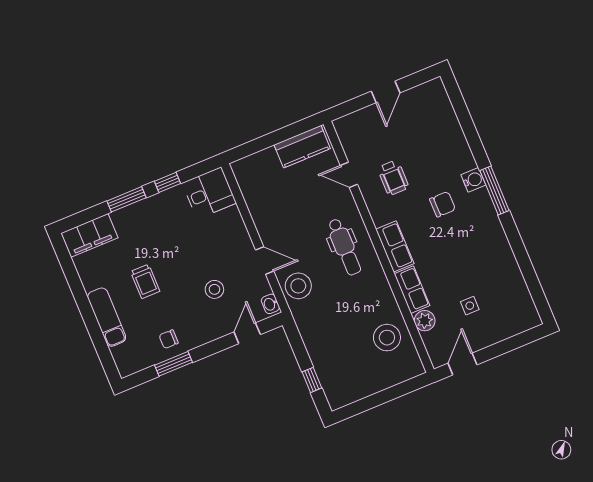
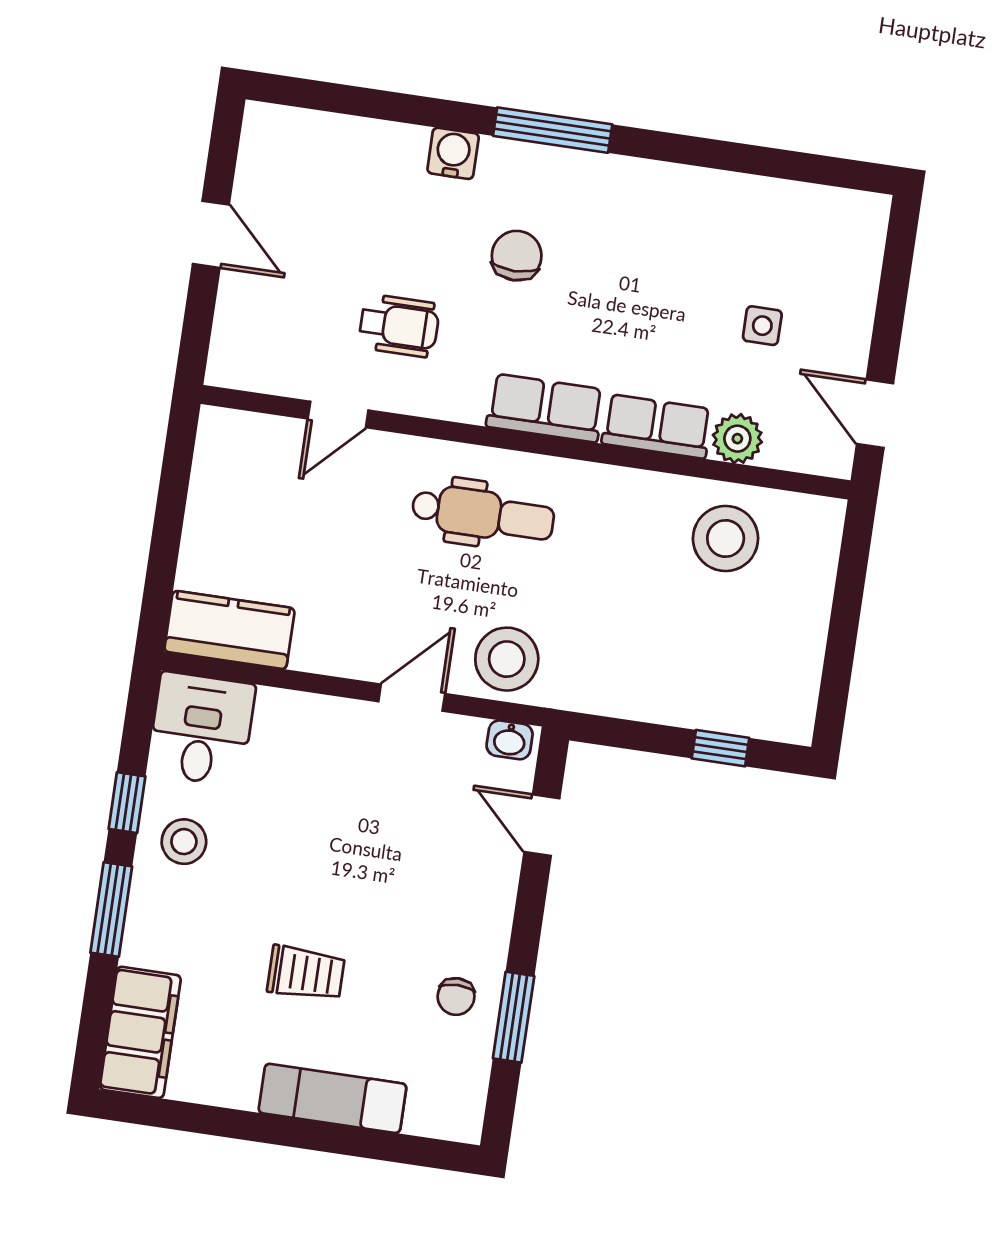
kitchen counter: (302, 147) -> (229, 630), moved, turned -90
water cooler: (473, 180) -> (453, 153), moved
stool: (214, 289) -> (184, 842), moved

